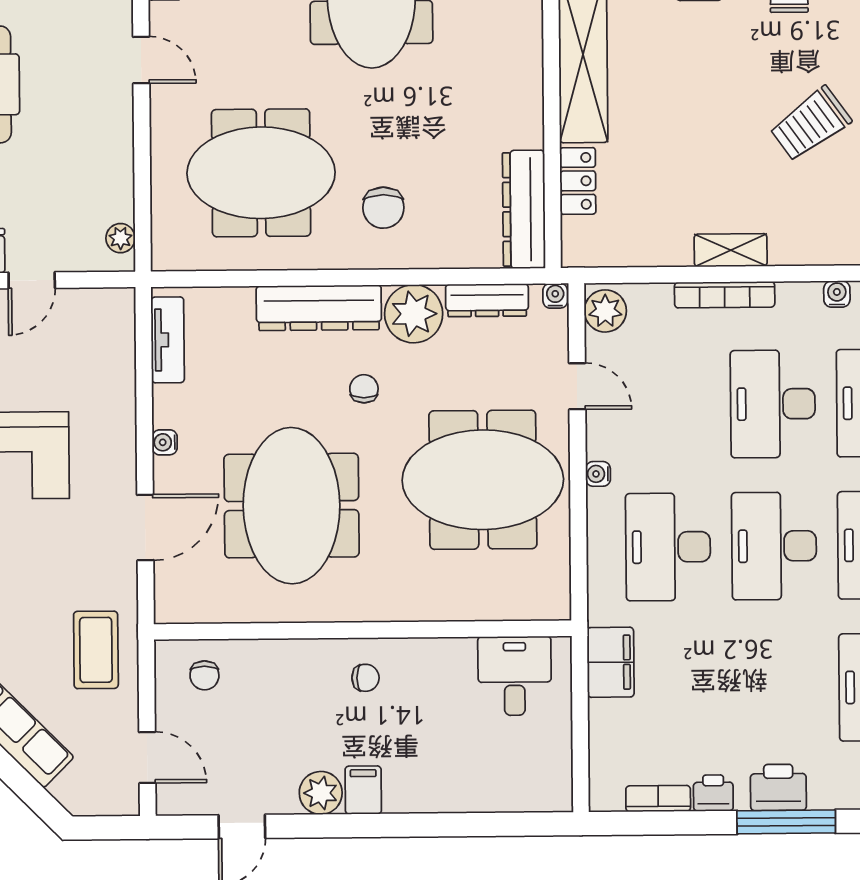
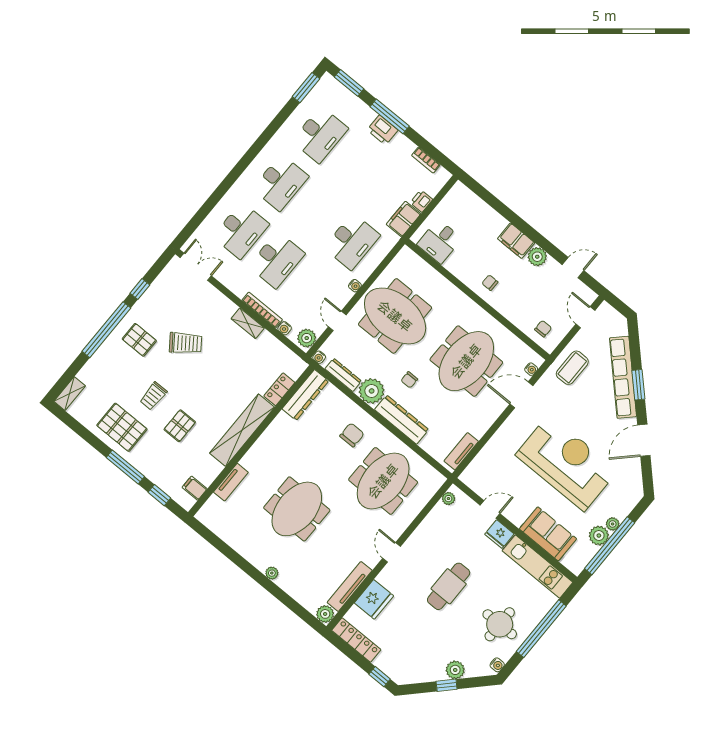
meeting table: (261, 173) -> (383, 481), turned 90
water cooler: (837, 294) -> (285, 328), moved
water cooler: (165, 442) -> (531, 369), moved
desk: (774, 546) -> (316, 212), removed
filing cabinet: (363, 790) -> (516, 241), width x2.00
printer: (713, 793) -> (421, 201), moved, turned 90

